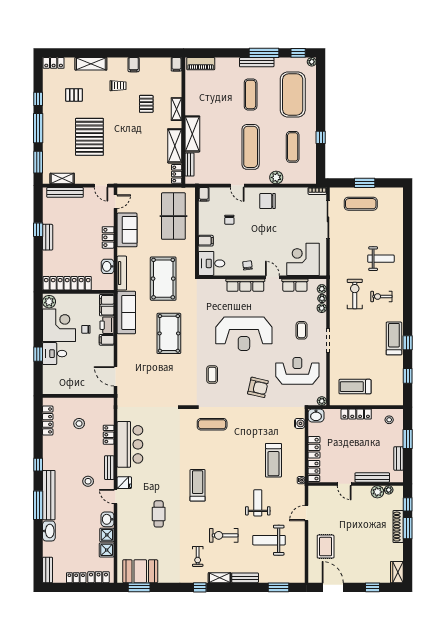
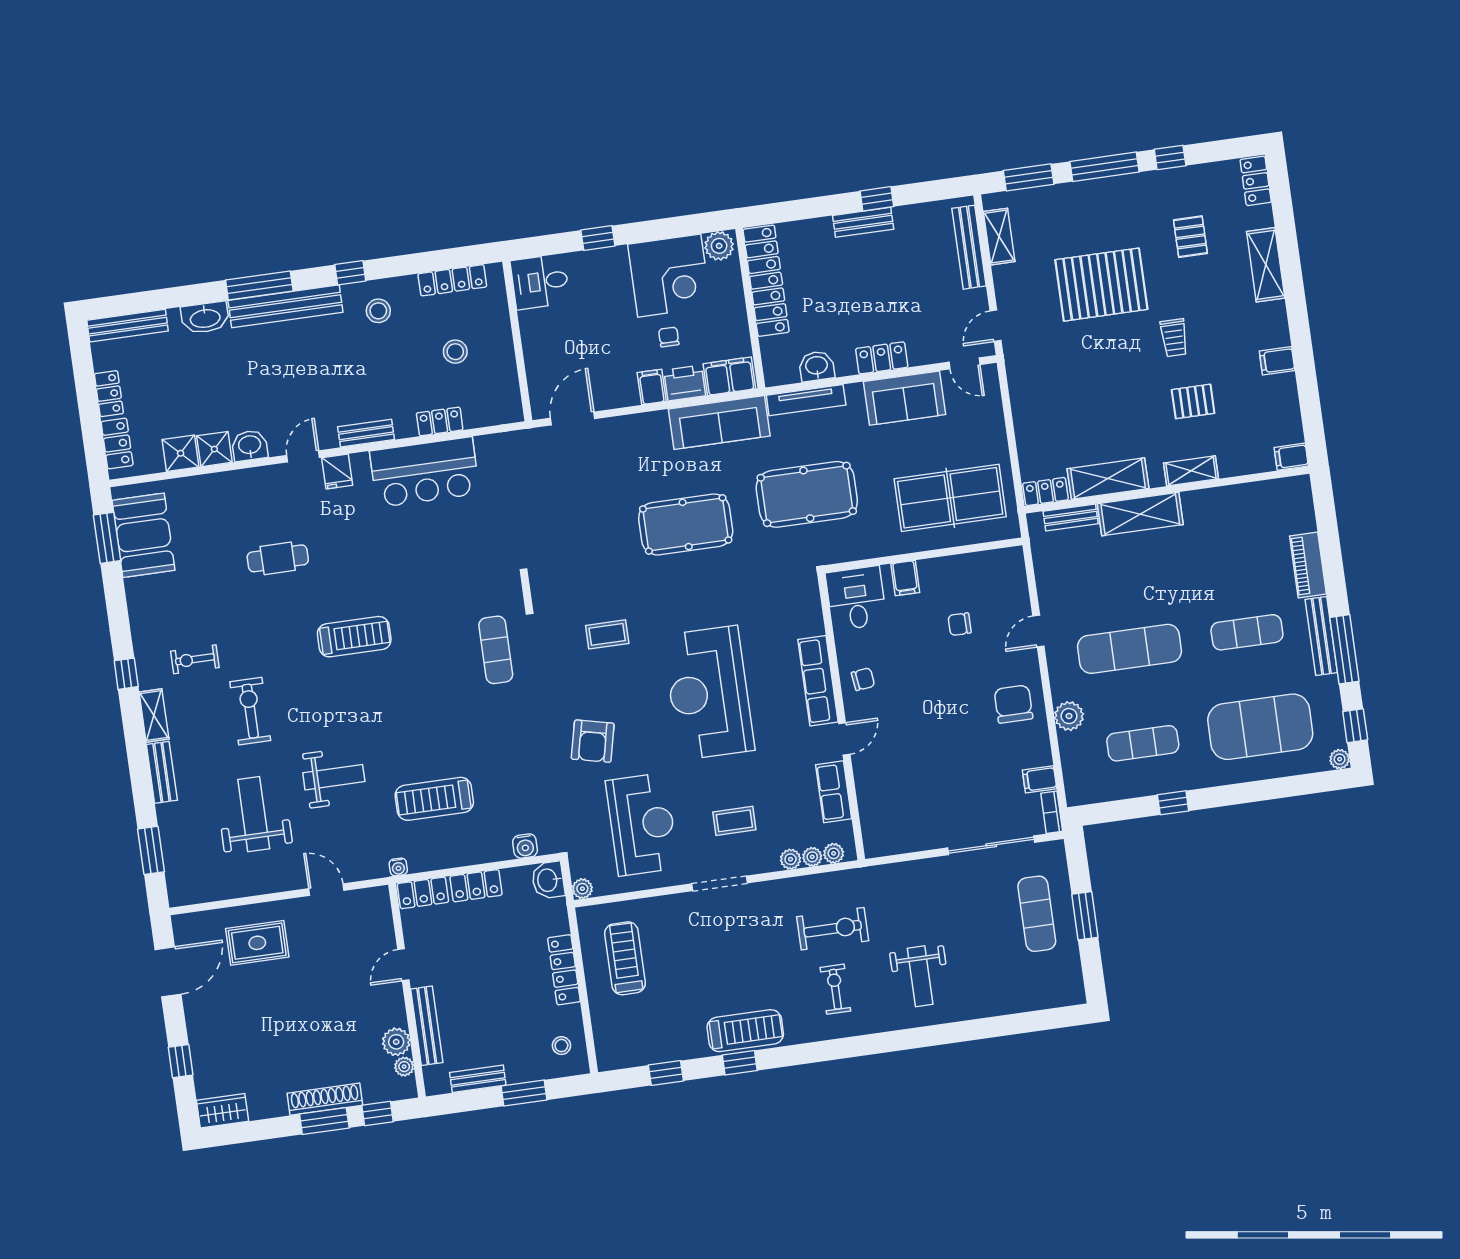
piano: (201, 64) -> (1308, 565), moved
trolley: (118, 86) -> (1174, 338), moved
filing cabinet: (204, 194) -> (1040, 779), moved
corner desk: (303, 259) -> (894, 802), removed
desk: (55, 354) -> (540, 282), moved, turned -90
stool: (88, 481) -> (378, 311), moved
bench: (48, 570) -> (128, 326), width x1.36

